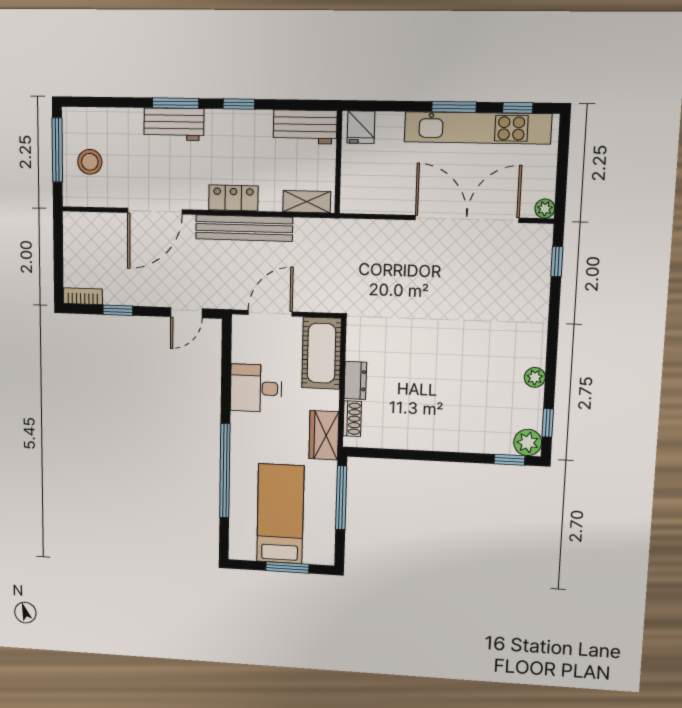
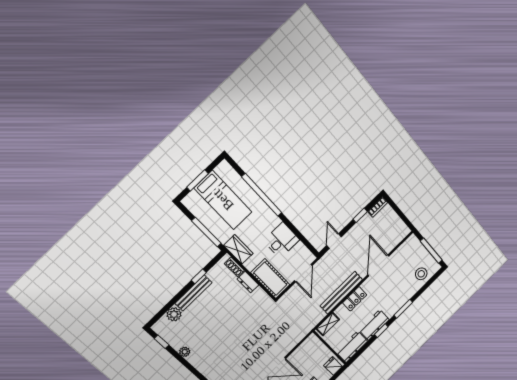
workbench: (174, 124) -> (374, 325), moved
stool: (90, 162) -> (421, 274), moved
bench: (439, 441) -> (194, 293), added
plant: (528, 442) -> (174, 314), moved
window: (509, 460) -> (199, 276), moved

